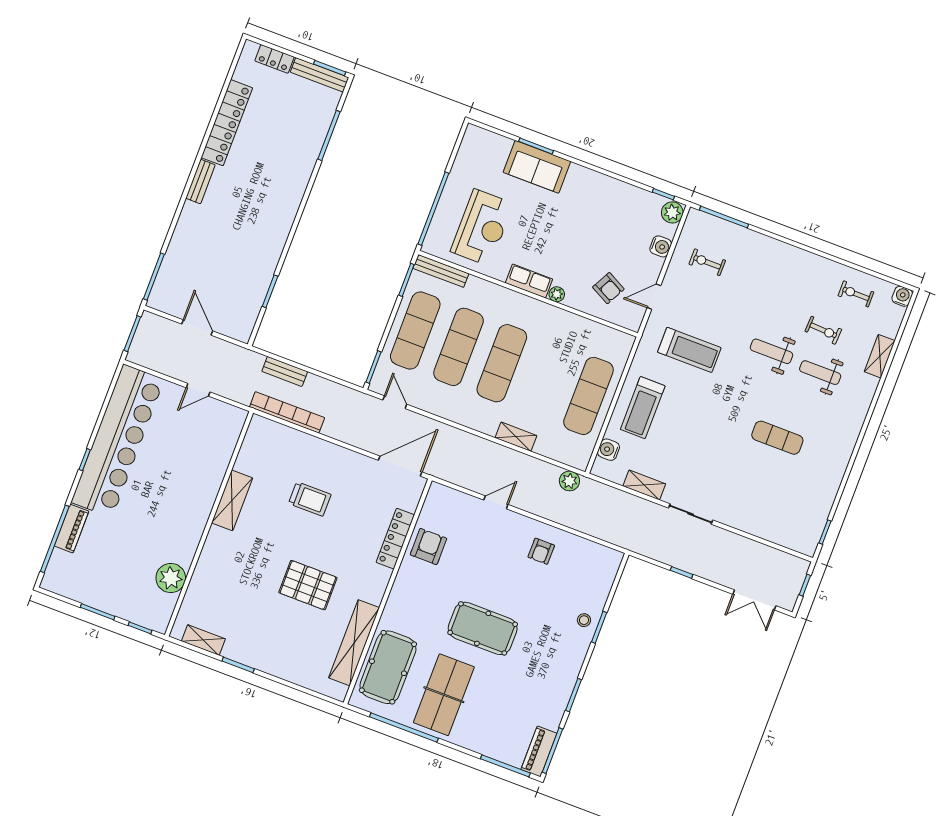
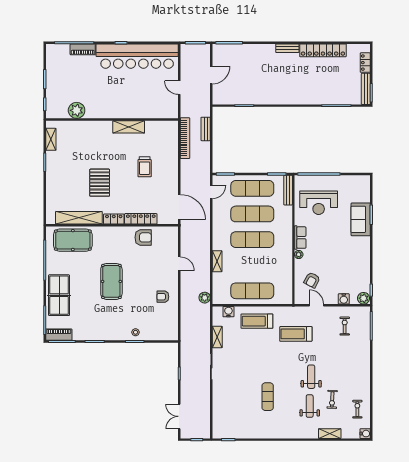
treadmill: (689, 350) -> (296, 334), turned 90
locker: (378, 585) -> (114, 219), added
table tennis table: (444, 695) -> (59, 295), moved, turned 90

